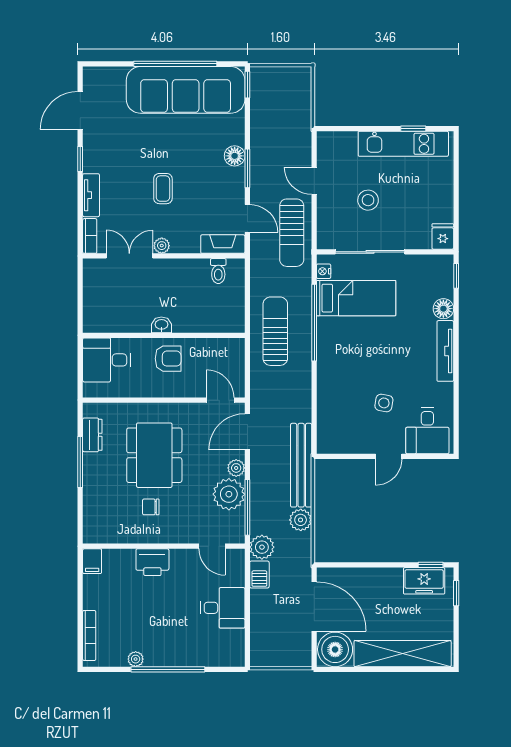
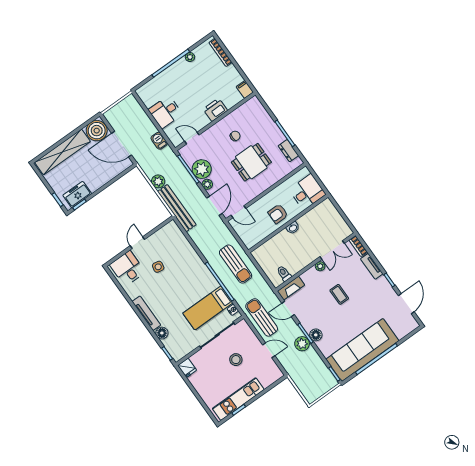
dining table: (154, 455) -> (251, 162), width x0.73
plant: (262, 547) -> (302, 344), moved

